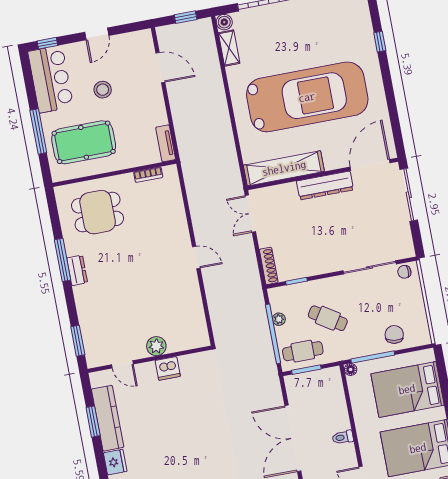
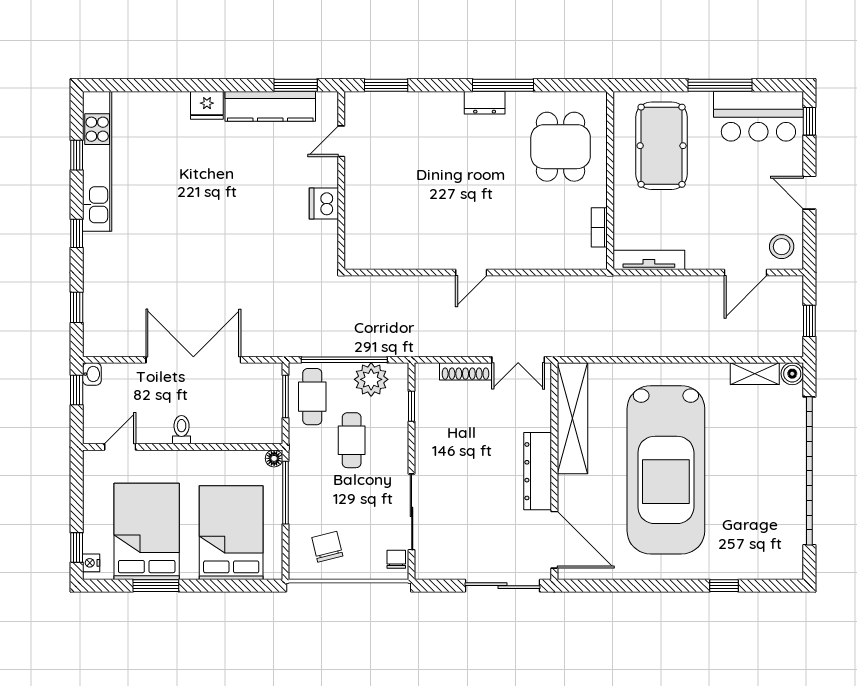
stool: (103, 90) -> (782, 247), moved
window: (38, 131) -> (720, 85), moved
tv unit: (166, 143) -> (649, 260), width x1.41
double door: (250, 214) -> (518, 360), swing flipped
shoe rack: (269, 266) -> (466, 371), moved
cafe table: (328, 318) -> (352, 440), turned -33
plant: (279, 319) -> (371, 379), width x1.87, depth x1.87
chair: (394, 334) -> (327, 547), moved, turned -113
plant: (156, 346) -> (358, 193), removed
window: (93, 422) -> (296, 85), moved

